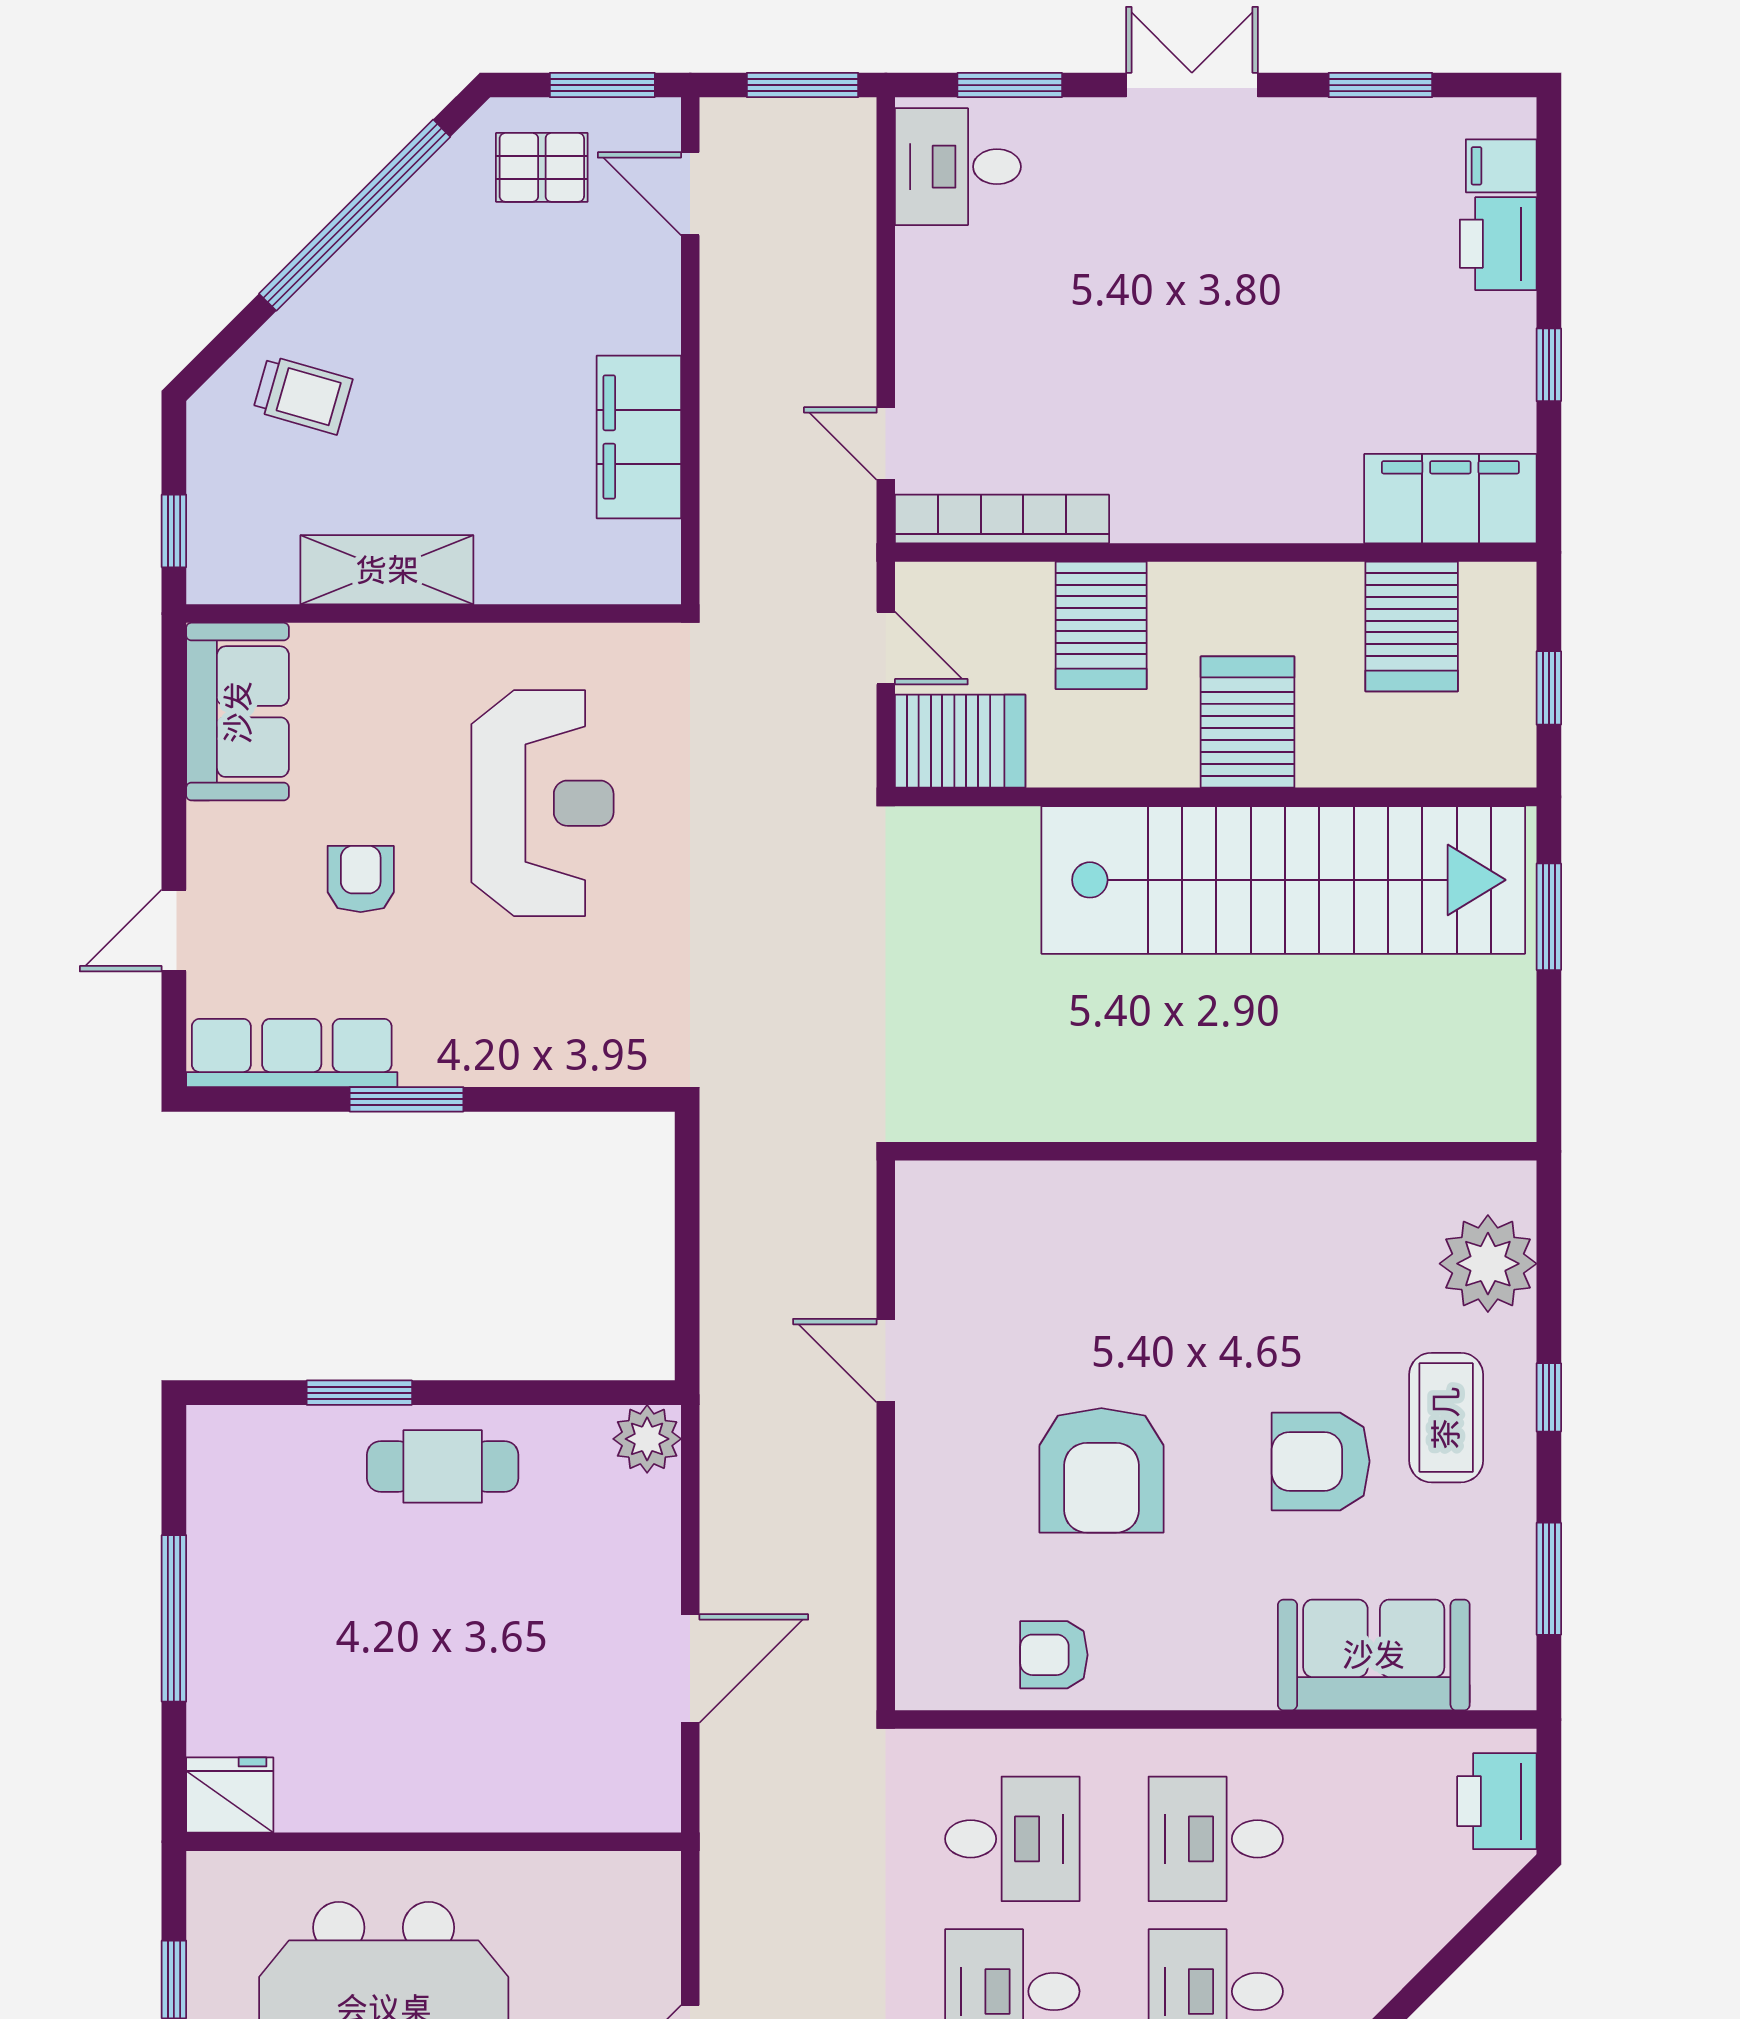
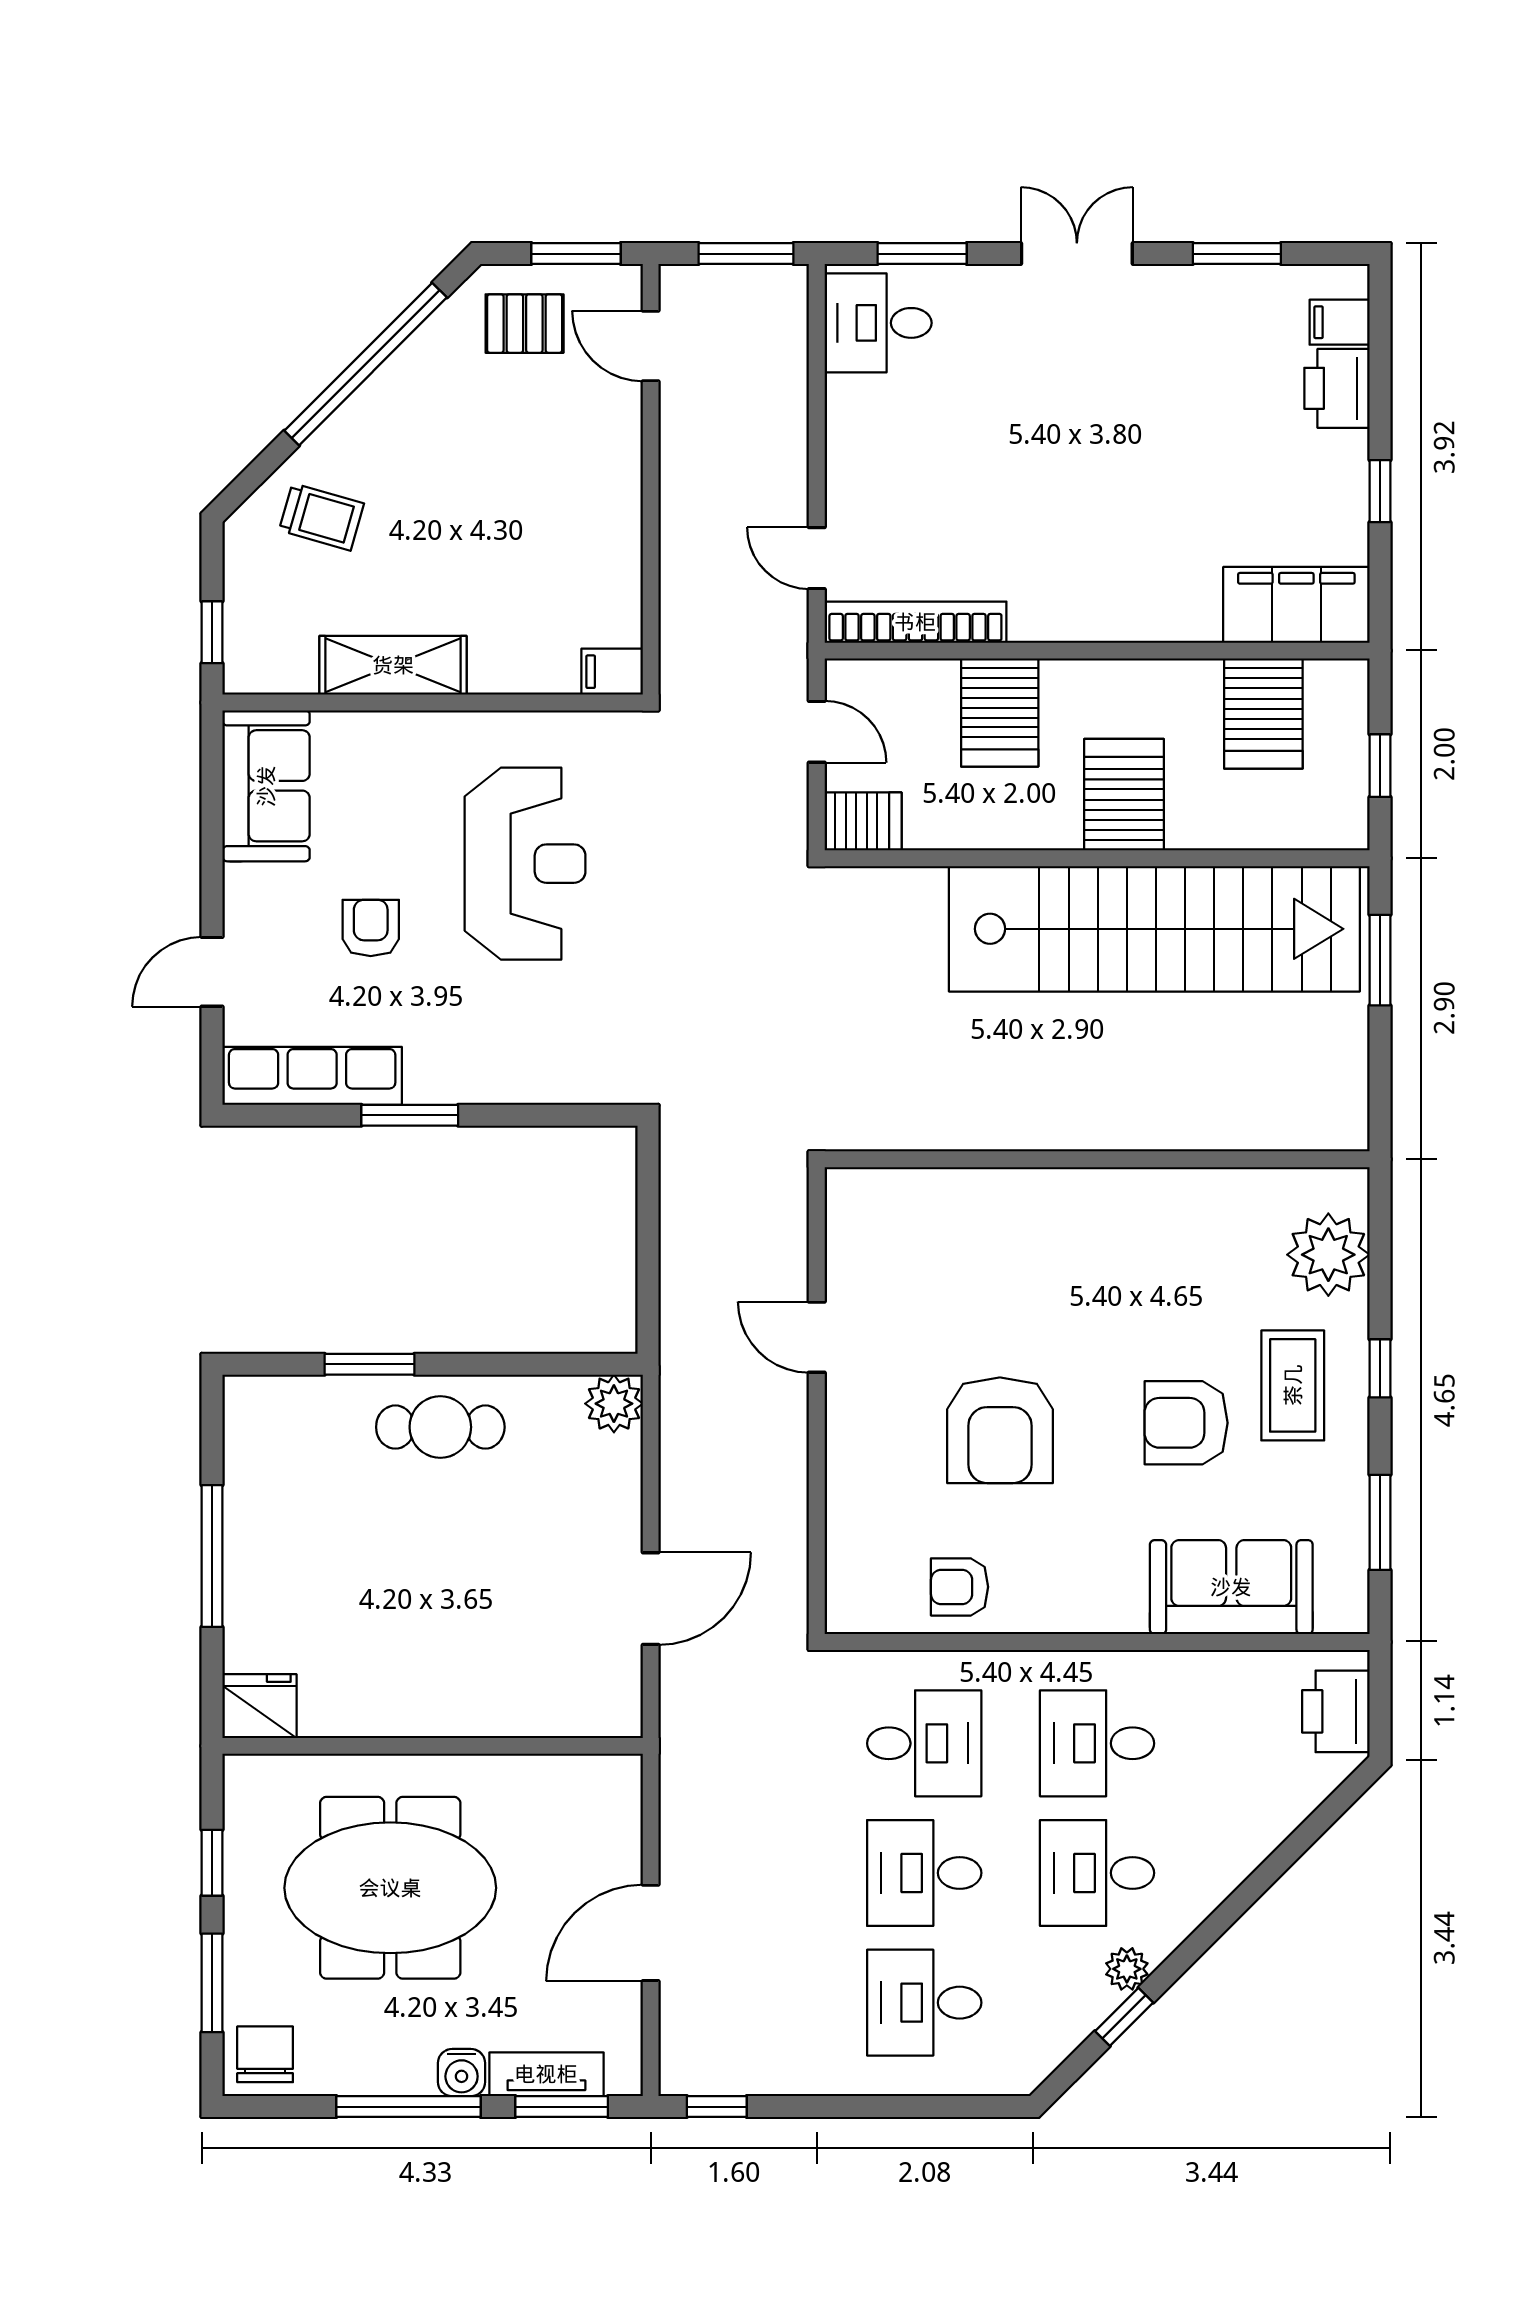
filing cabinet: (639, 437) -> (612, 672), moved, width x0.33, depth x0.86
server rack: (960, 741) -> (863, 821), width x0.73, depth x0.70

